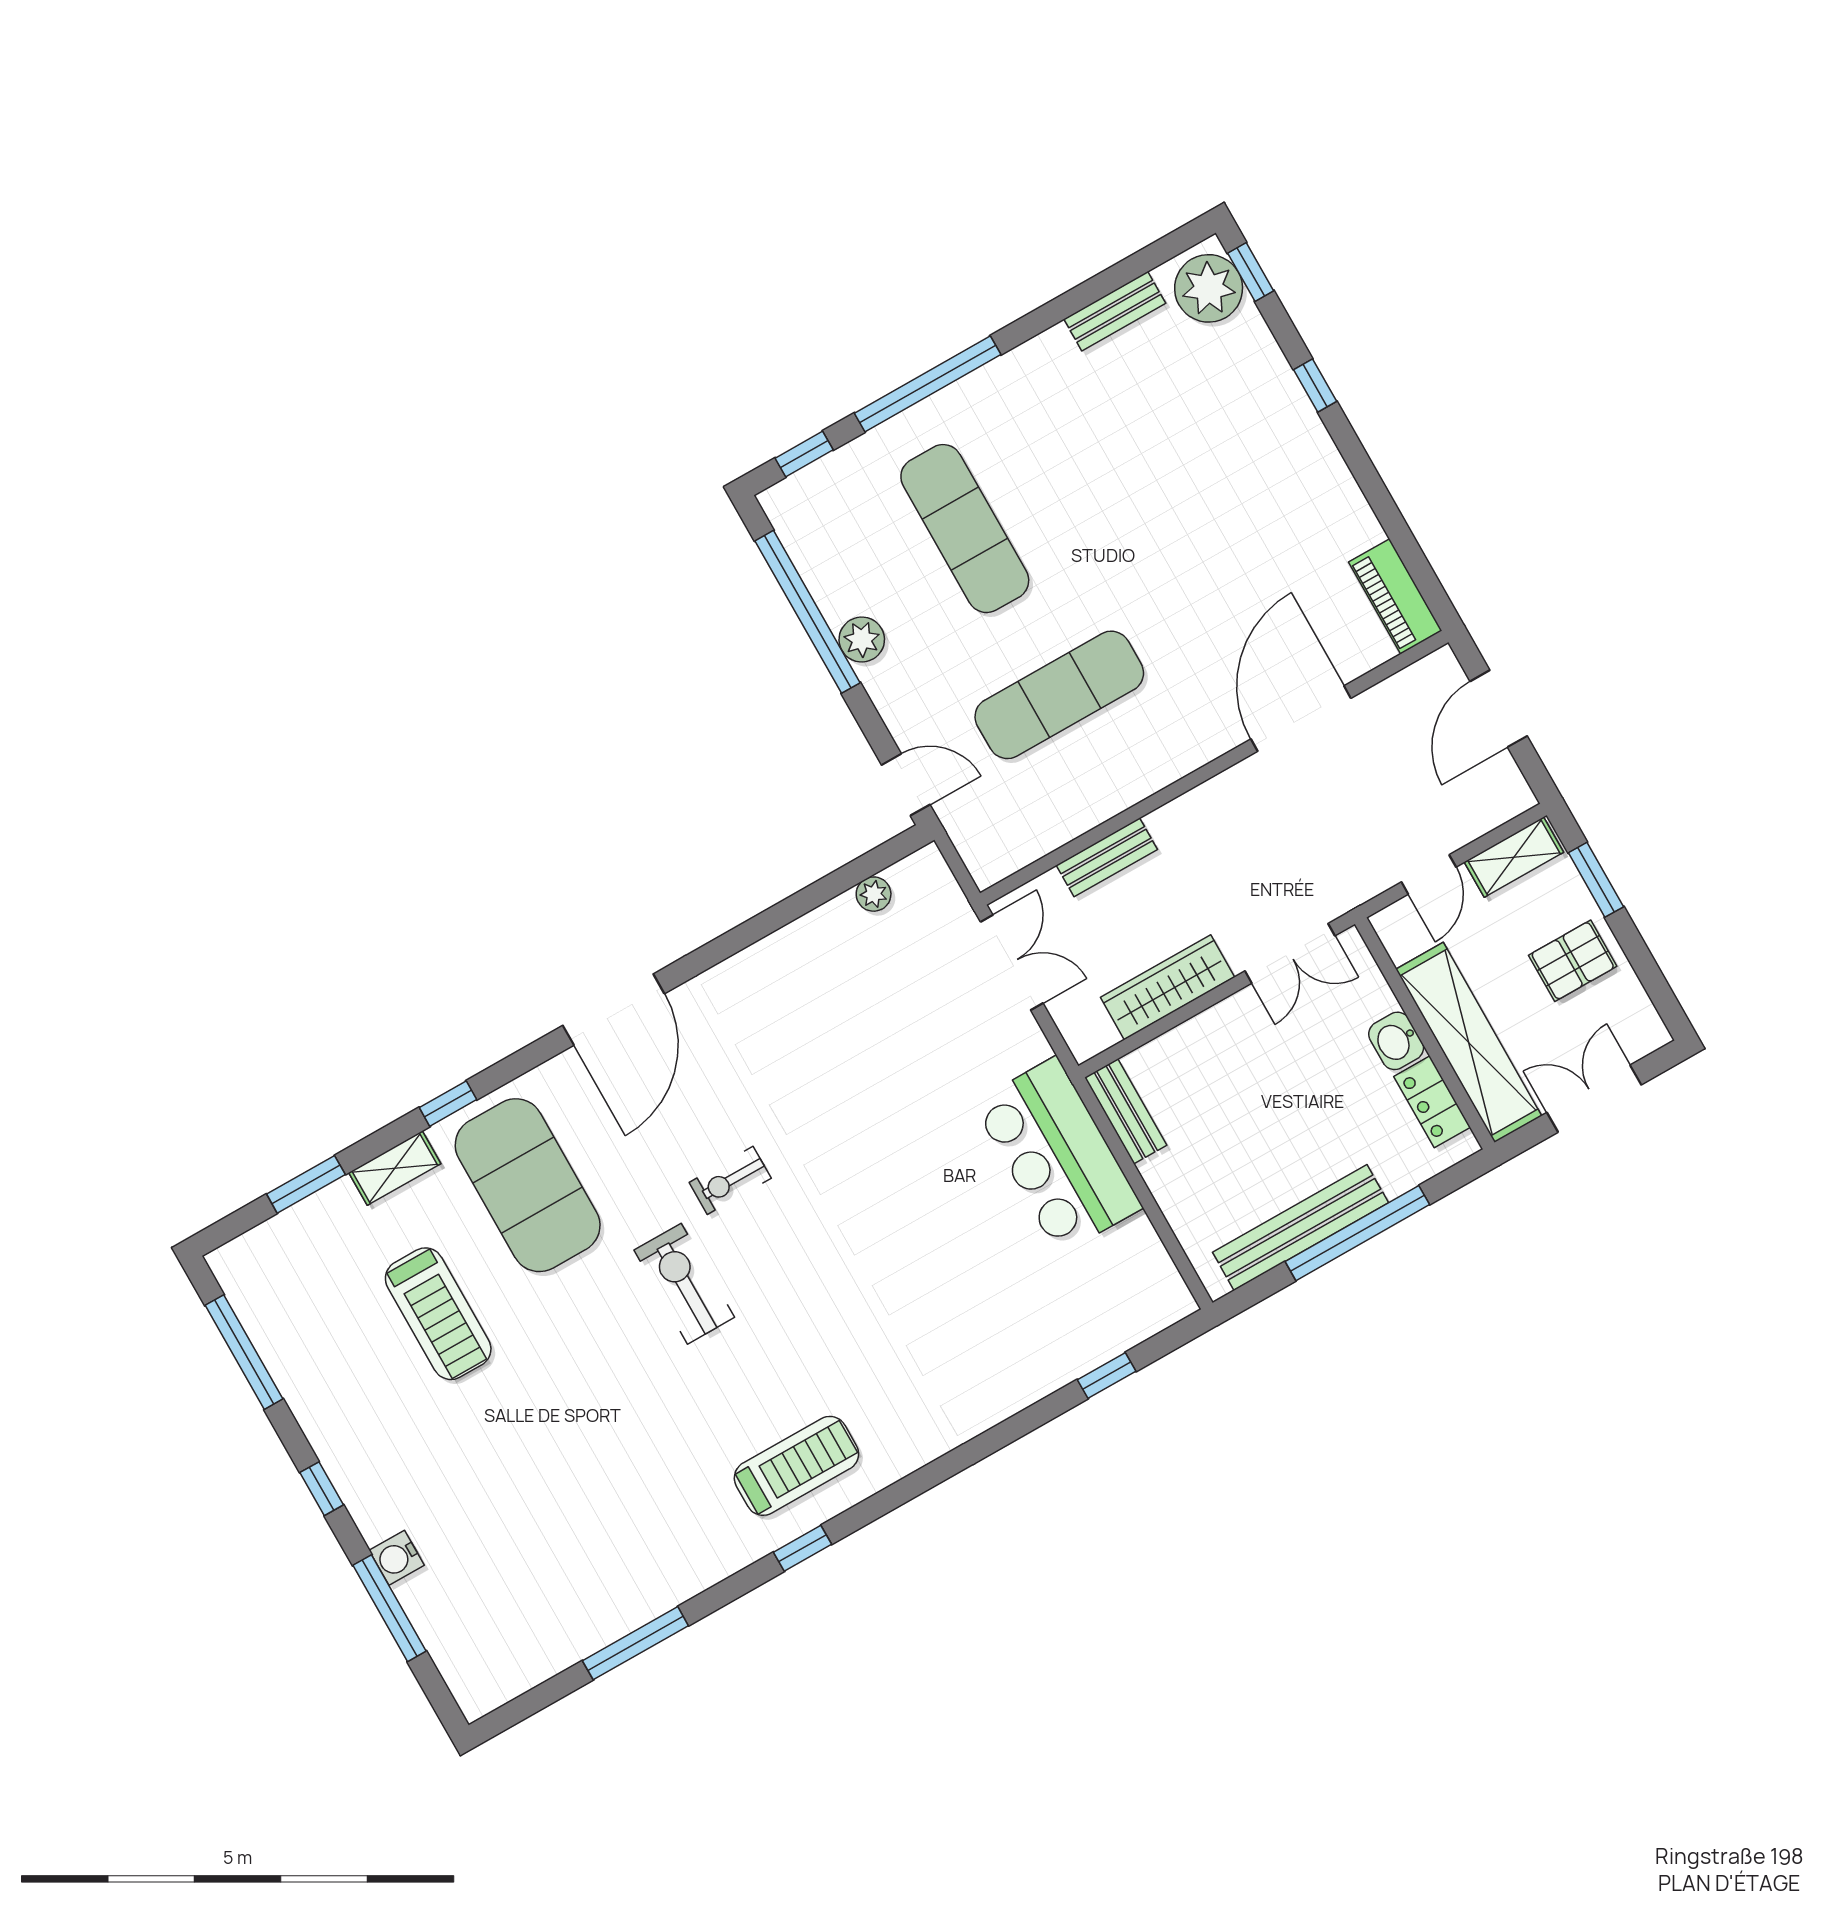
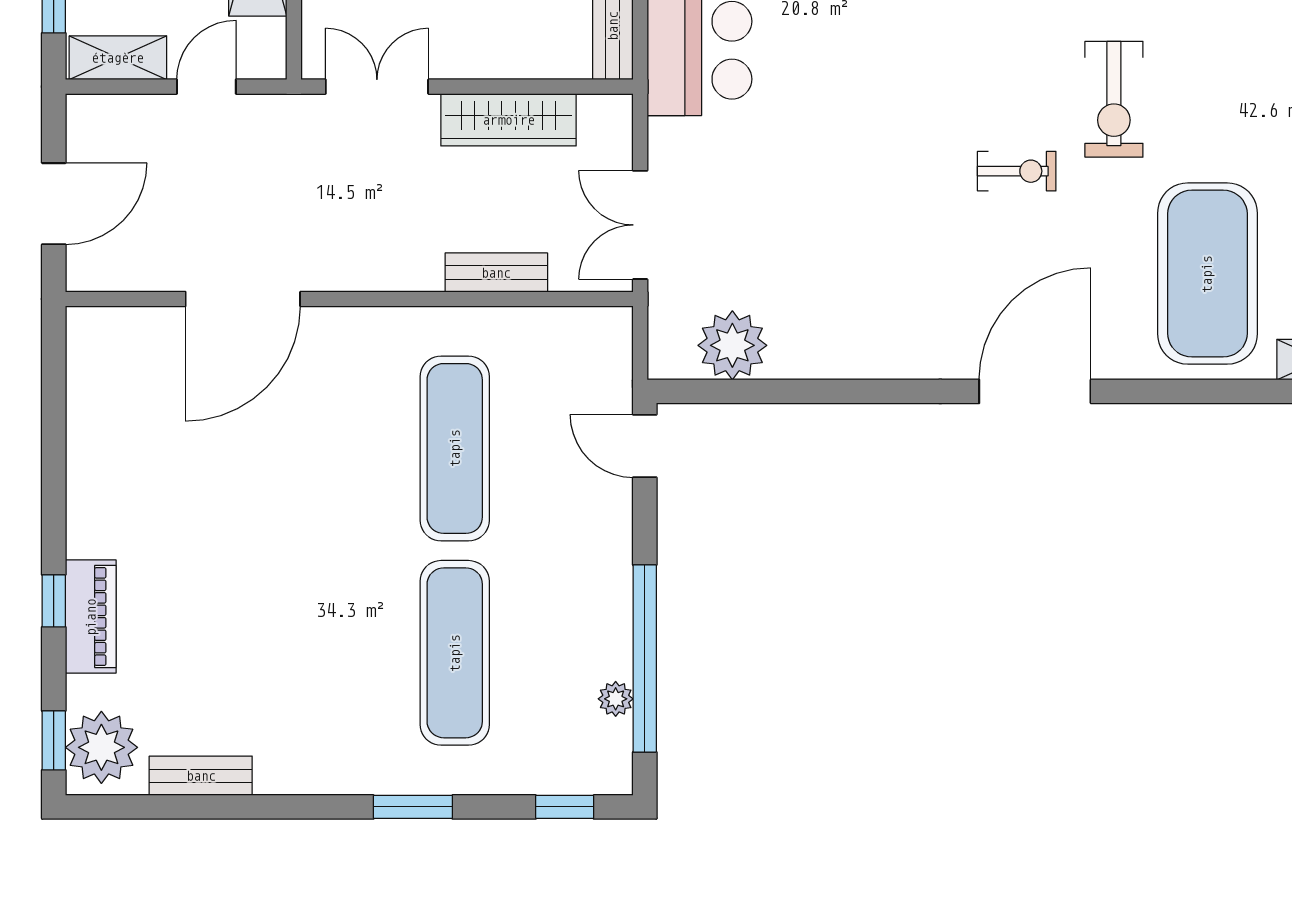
window: (928, 384) -> (413, 807), width x0.47
piano: (1395, 596) -> (91, 617), moved
plant: (862, 640) -> (616, 699), moved, width x0.73, depth x0.73
exercise mat: (1059, 695) -> (455, 448), turned 90
plant: (874, 894) -> (732, 345), width x1.87, depth x1.87
window: (448, 1104) -> (1238, 391), removed

